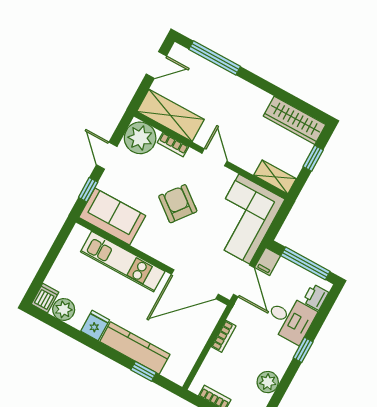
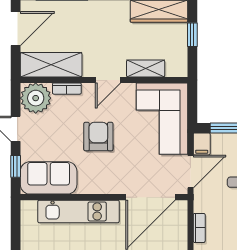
door: (156, 65) -> (16, 29), width x1.38
door: (214, 157) -> (108, 80), swing flipped
shelving: (275, 177) -> (146, 68), moved
armchair: (178, 204) -> (98, 137), turned 52
door: (244, 281) -> (190, 172), hinge flipped

